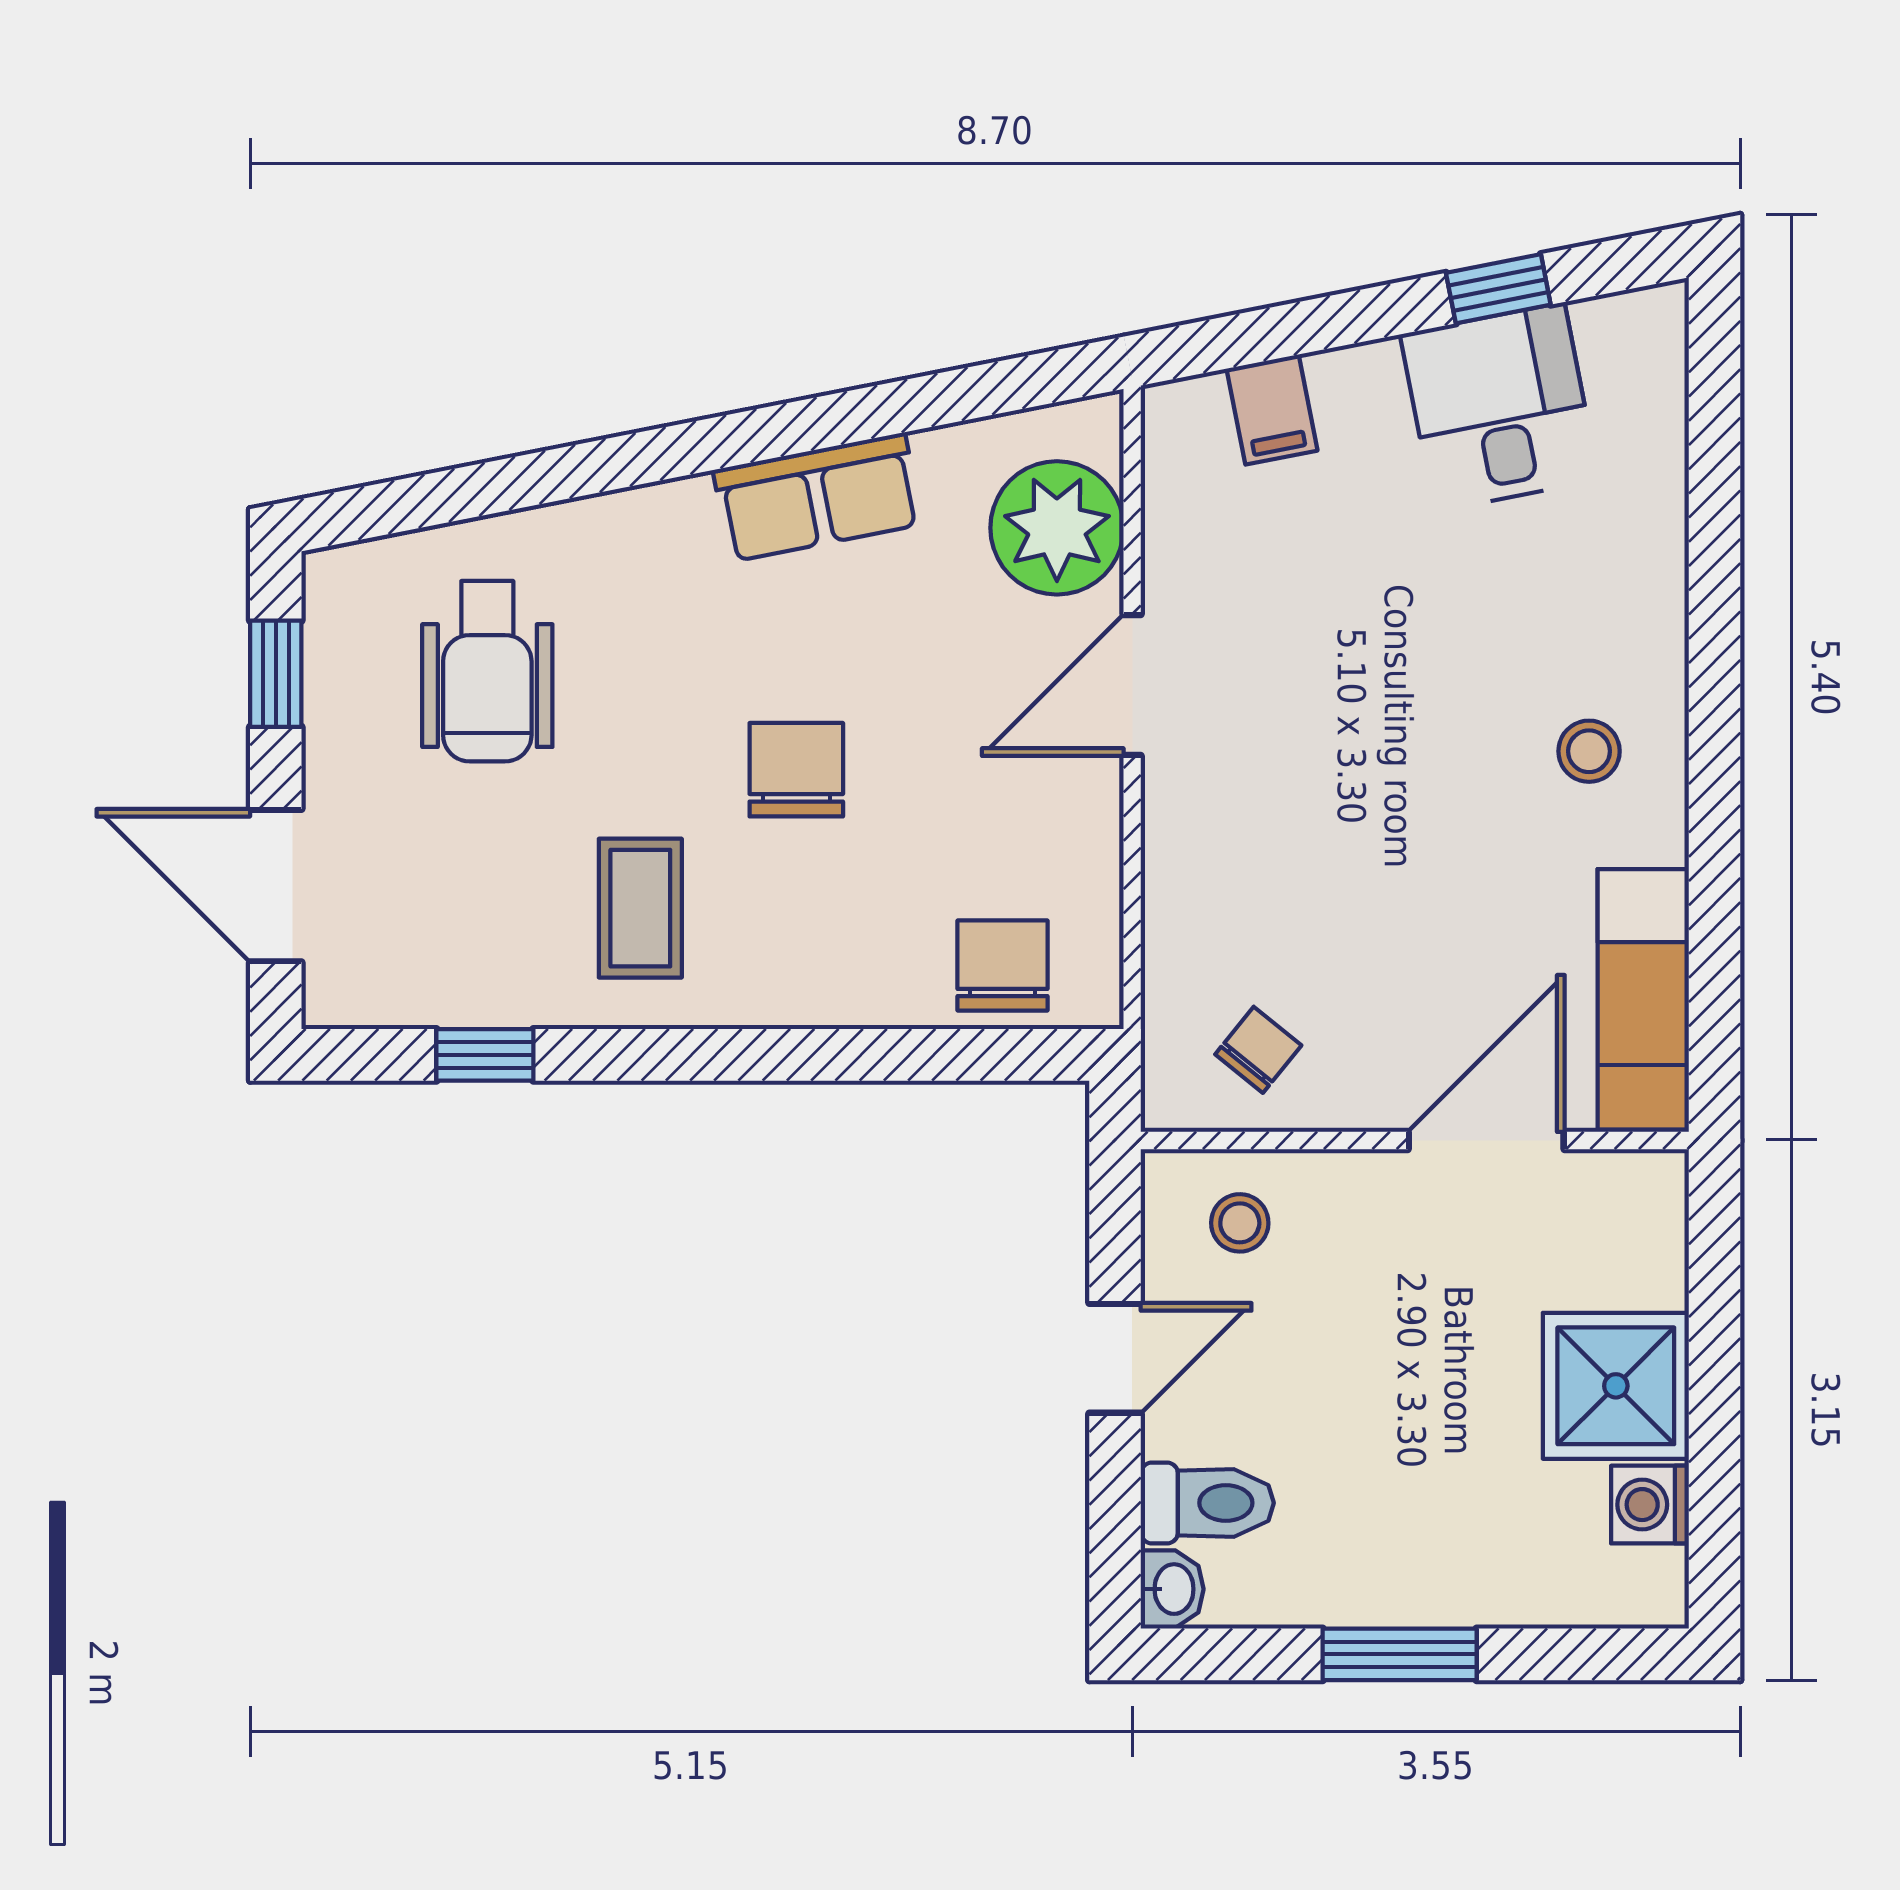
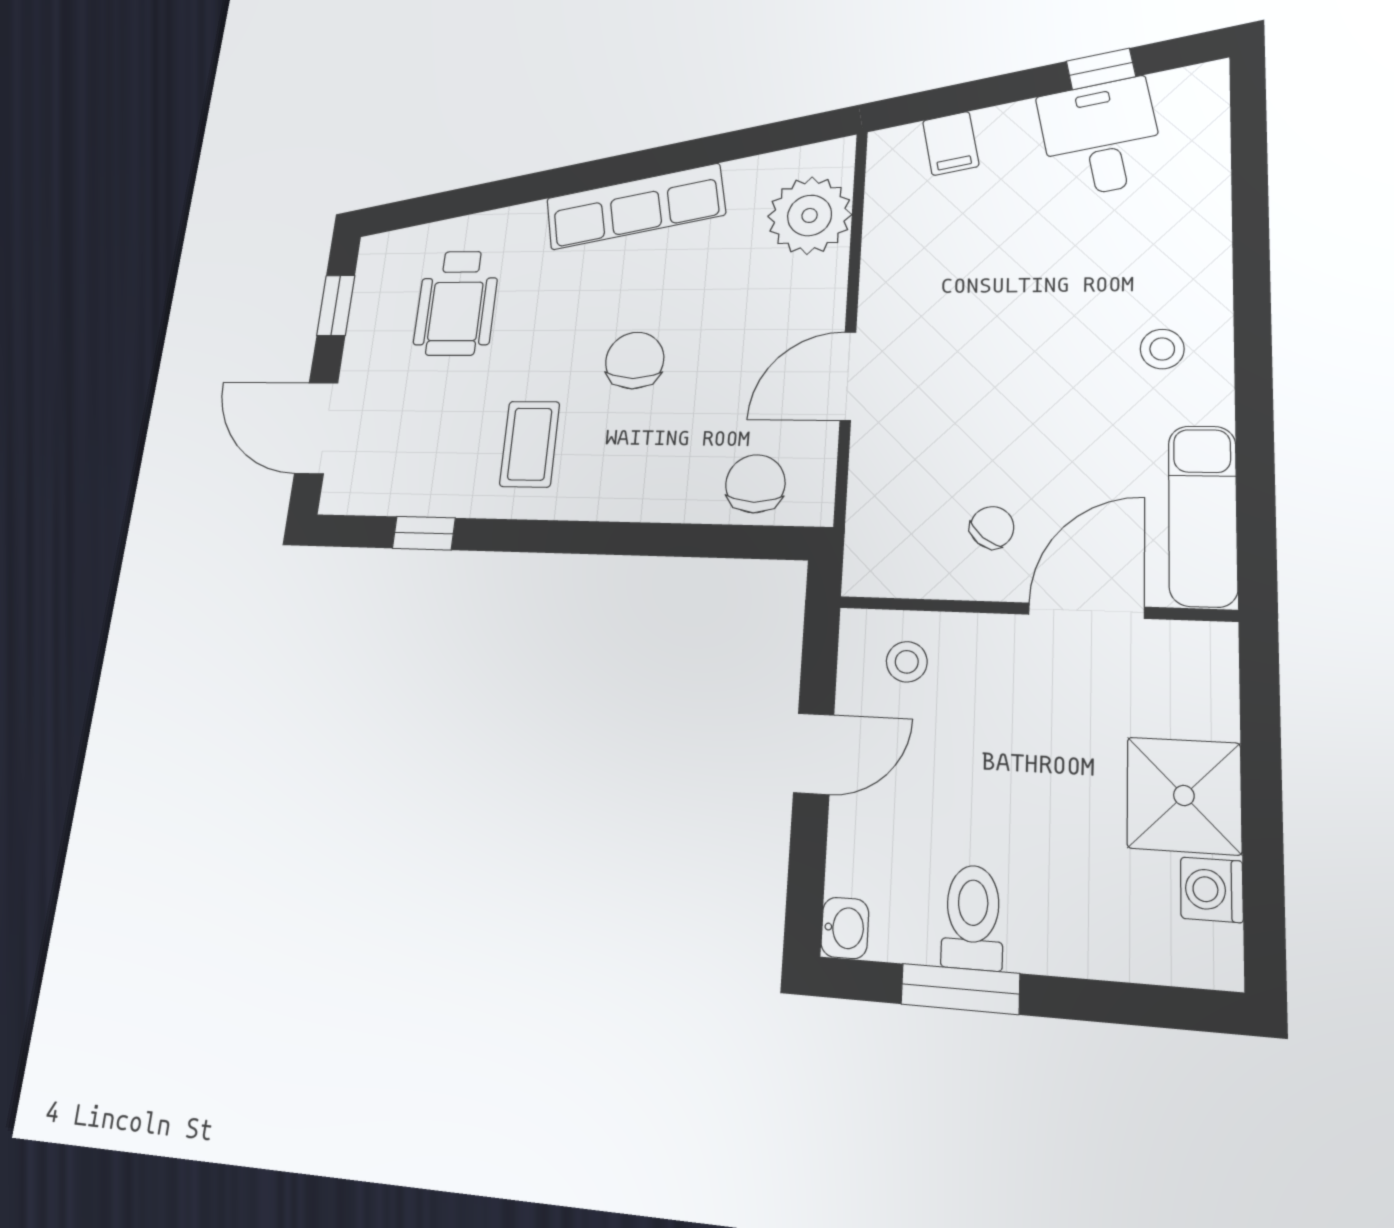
row of seats: (818, 497) -> (635, 207), width x1.48
door: (1132, 685) -> (848, 376), moved
chair: (1258, 1050) -> (992, 527), moved
toilet: (1207, 1503) -> (973, 917), moved, turned -90
window: (1400, 1654) -> (960, 989), moved

